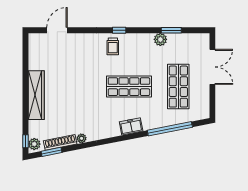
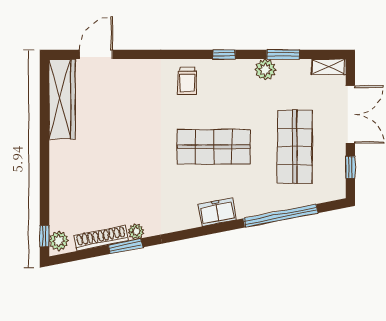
window: (119, 30) -> (224, 54), moved
shelving: (199, 38) -> (328, 67), added
wardrobe: (36, 95) -> (62, 99), moved
window: (212, 99) -> (350, 167), added
window: (52, 152) -> (125, 246), moved

